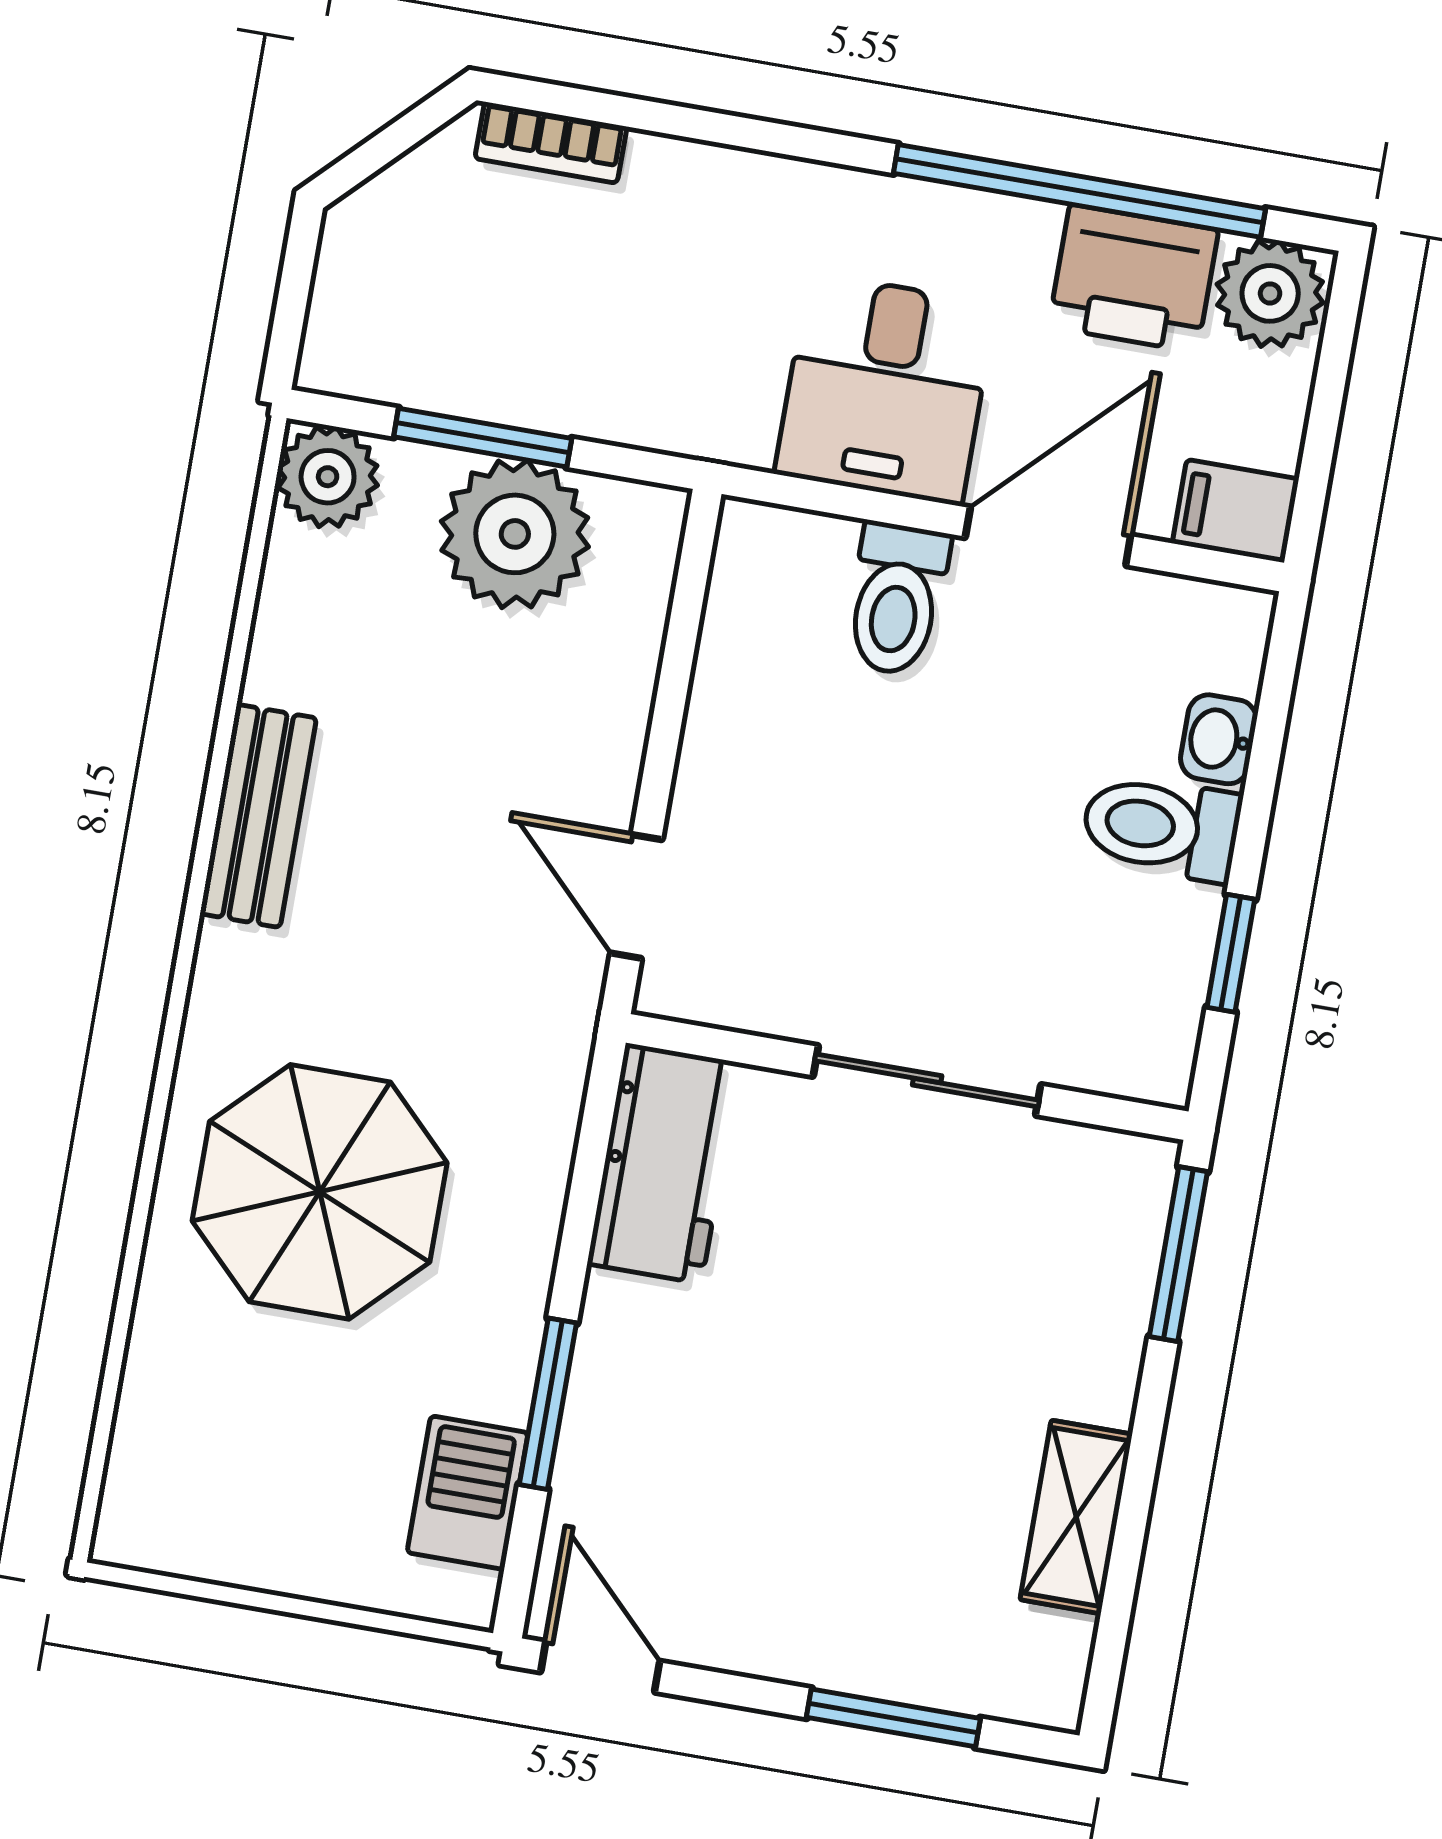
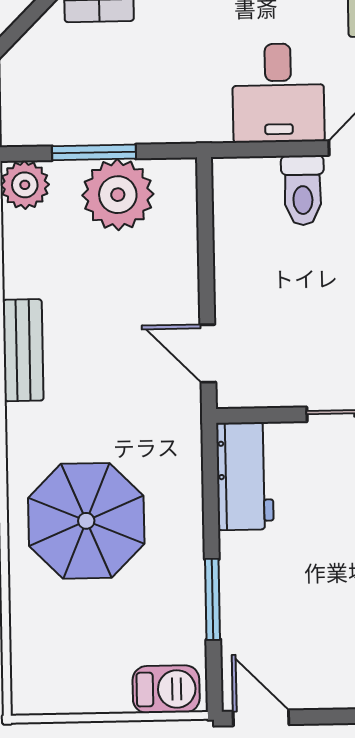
barbecue: (468, 1493) -> (166, 689), moved, turned 90

